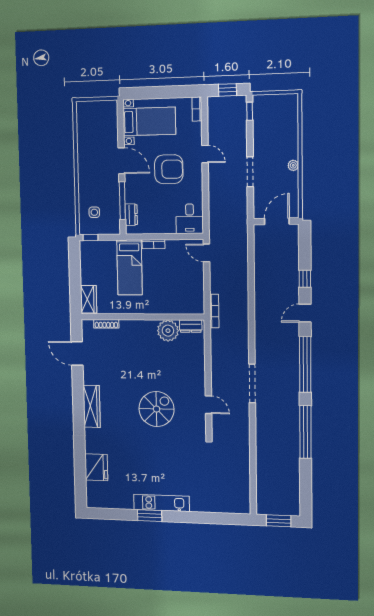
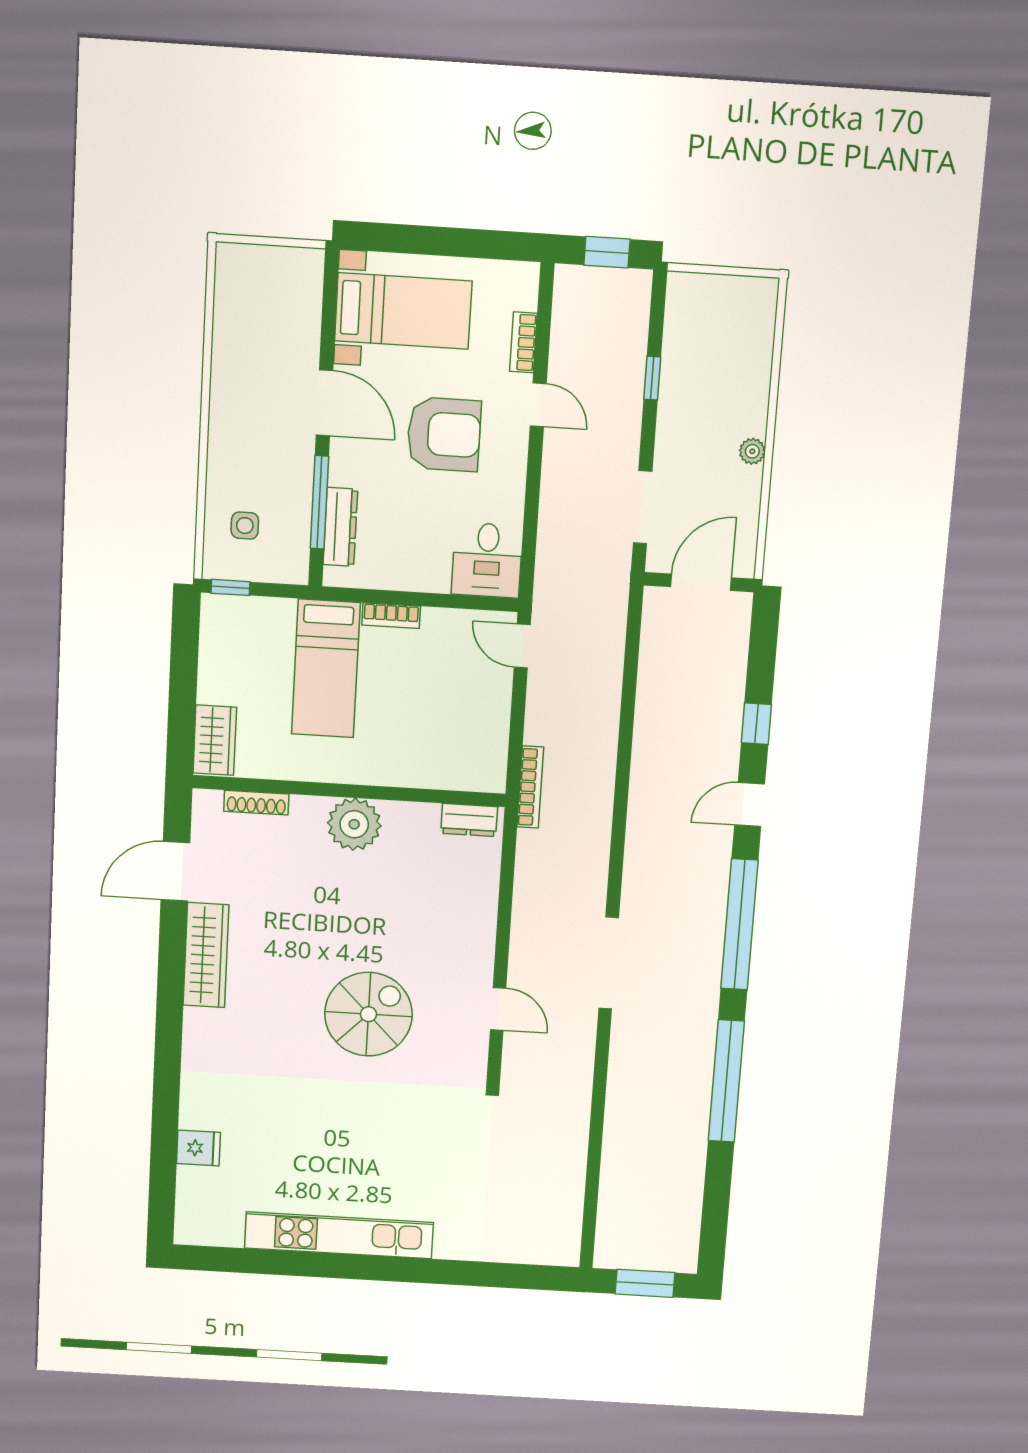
bookcase: (197, 109) -> (523, 342), moved
window: (250, 111) -> (652, 378), moved
doorway: (250, 172) -> (643, 507), moved
dresser: (131, 215) -> (340, 527), width x1.44
plant: (168, 331) -> (354, 824), moved
door: (77, 354) -> (175, 871), hinge flipped
wardrobe: (92, 406) -> (206, 955), moved
fridge: (96, 467) -> (198, 1148), width x0.53, depth x0.75
kitchen unit: (161, 503) -> (339, 1235), width x1.36
window: (150, 516) -> (332, 1266), removed

